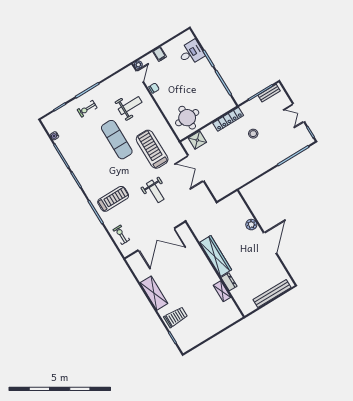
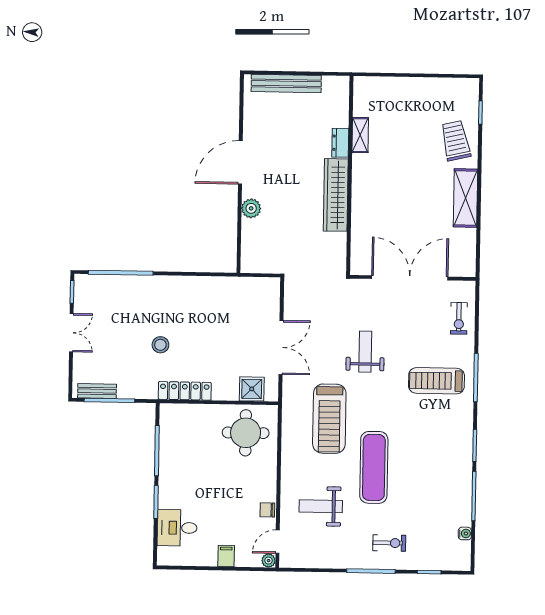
trolley: (176, 317) -> (456, 141), turned 77

